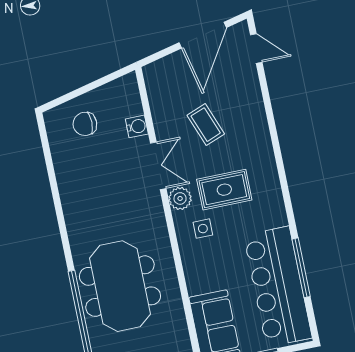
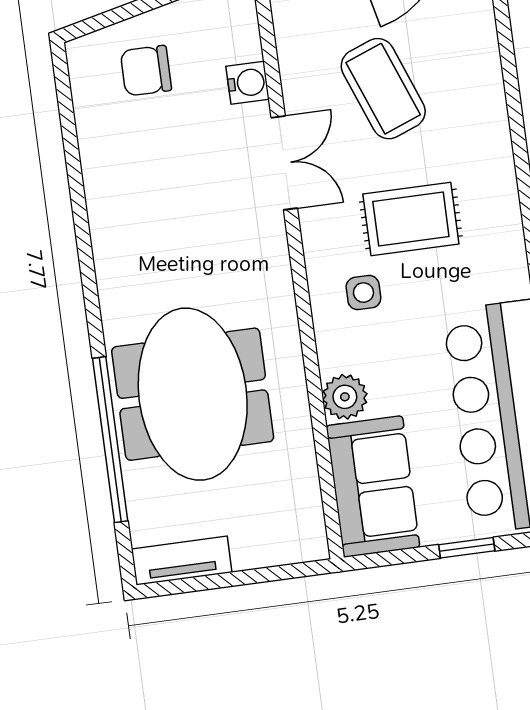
coffee table: (206, 125) -> (383, 89), width x1.36, depth x1.30
plant: (180, 198) -> (345, 397), moved

